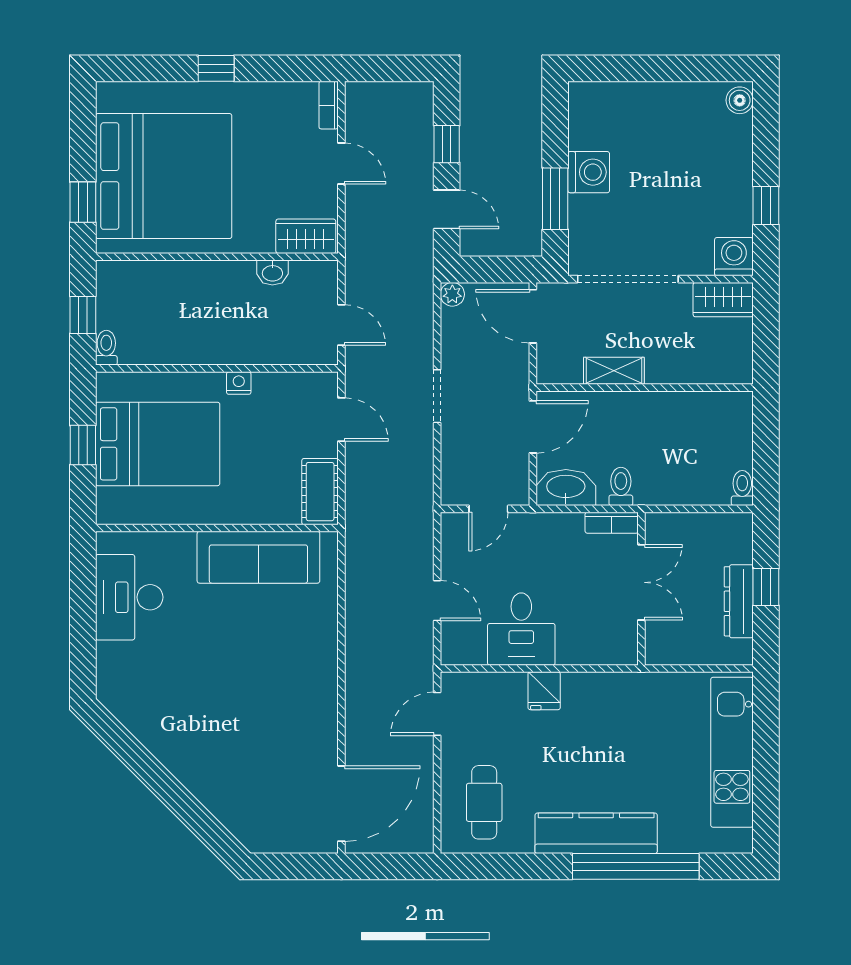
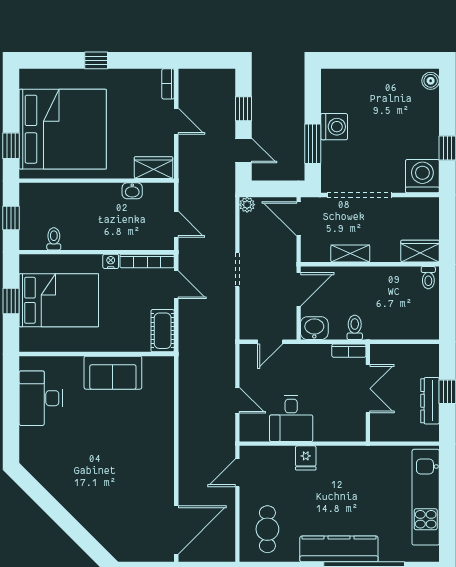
washing machine: (734, 257) -> (422, 176), width x1.37, depth x1.37
wardrobe: (723, 300) -> (420, 251), moved, turned 180
toilet: (106, 348) -> (54, 239), moved
bookcase: (296, 382) -> (147, 261), added
washbasin: (566, 488) -> (314, 328), width x0.72
toilet: (742, 488) -> (428, 278), moved, turned 180
sofa: (258, 557) -> (113, 373), width x0.73

